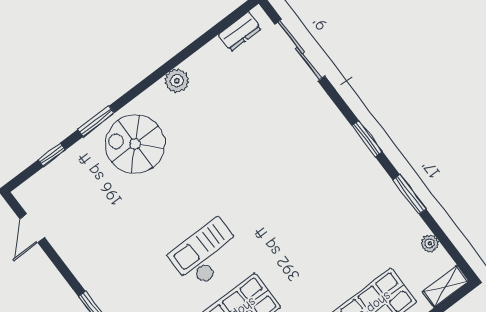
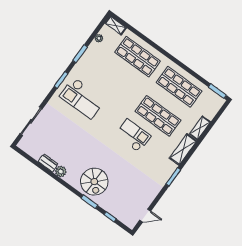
dresser: (240, 32) -> (48, 163), moved
checkout: (316, 172) -> (82, 98), added
checkout: (206, 253) -> (133, 136), turned 180

